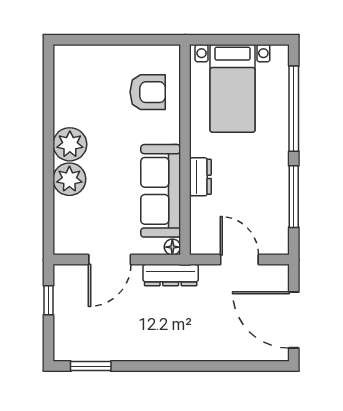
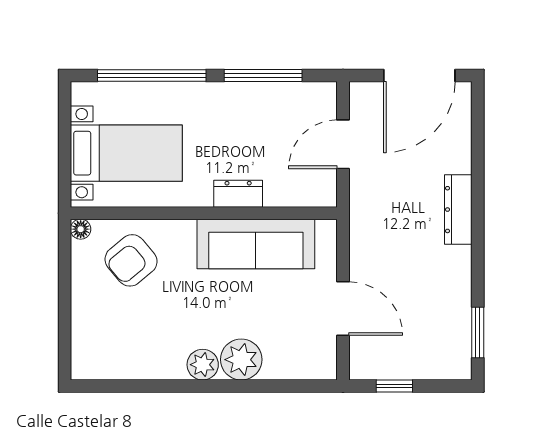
armchair: (148, 92) -> (131, 260), turned -130
plant: (70, 144) -> (203, 365), width x0.73, depth x0.73
floor lamp: (172, 247) -> (81, 229), moved
dresser: (171, 275) -> (458, 210), moved, turned 180

